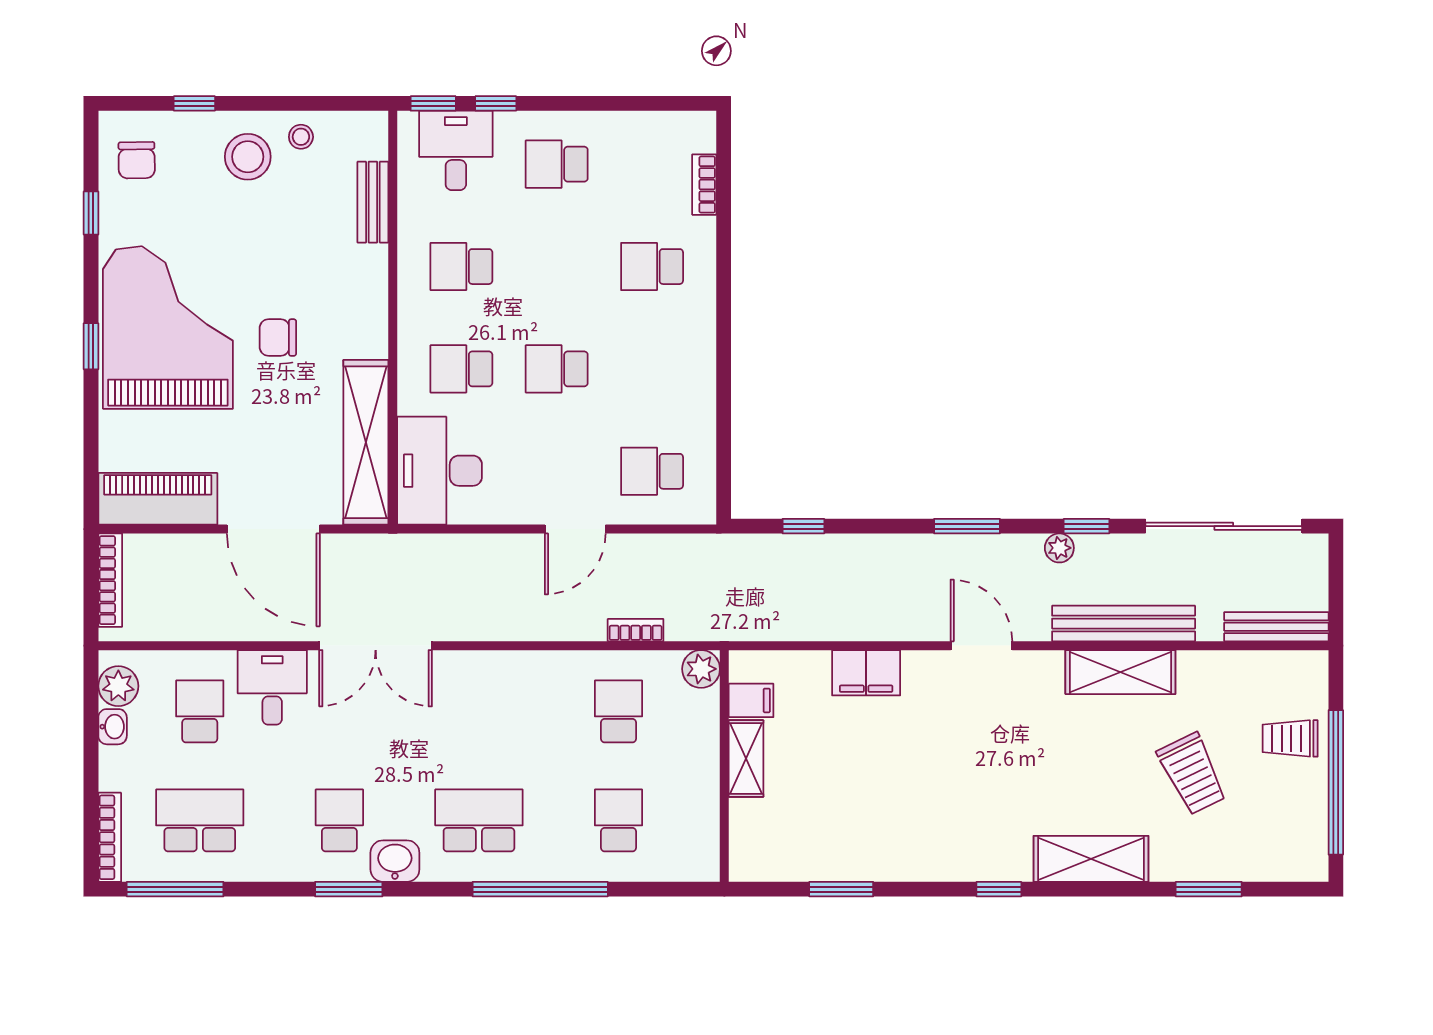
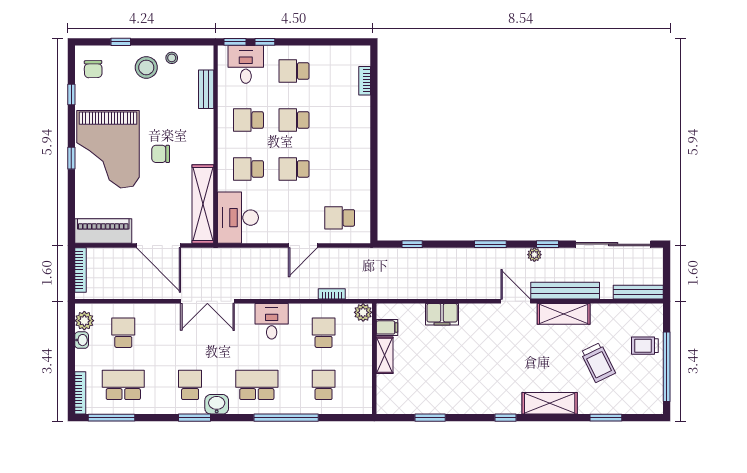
school desk: (652, 267) -> (294, 120), moved
grand piano: (168, 328) -> (108, 149), turned 180
door: (981, 646) -> (516, 301), moved
desk: (272, 687) -> (272, 321), moved

